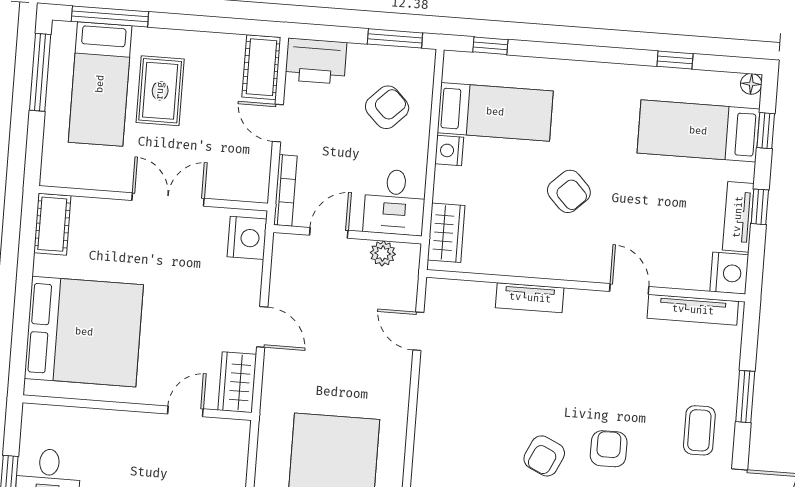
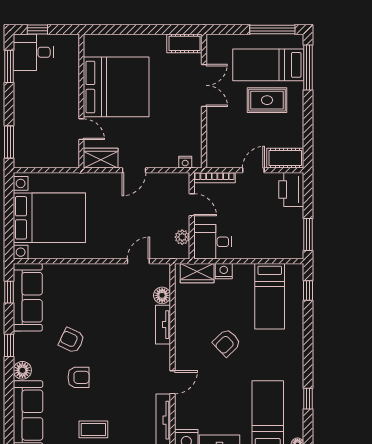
armchair: (387, 107) -> (268, 233), removed
nightstand: (449, 151) -> (224, 271), moved
double door: (168, 199) -> (204, 85), moved
nightstand: (247, 238) -> (185, 162), width x0.53, depth x0.56
floor lamp: (480, 296) -> (162, 295), added
bed: (84, 332) -> (116, 87), moved, turned -90

